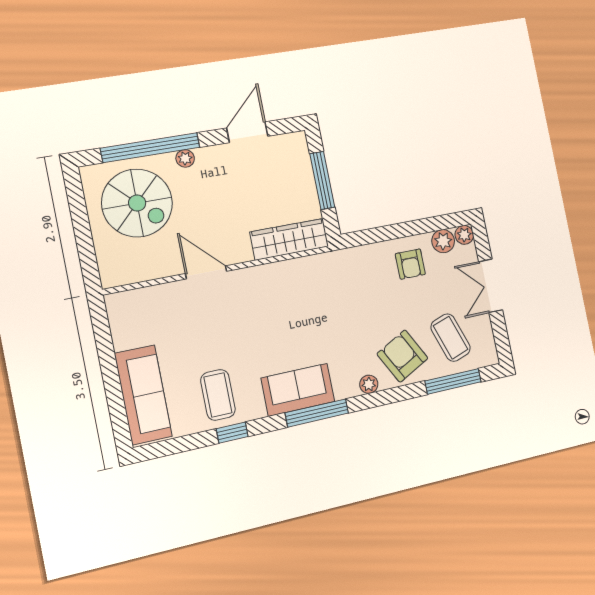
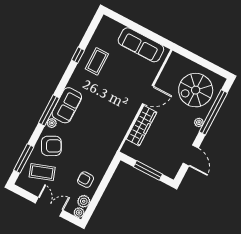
wardrobe: (289, 239) -> (141, 126), moved
sofa: (298, 390) -> (67, 105), moved
sofa: (143, 395) -> (141, 45), moved
coffee table: (218, 395) -> (97, 61), turned 90
window: (317, 413) -> (49, 110), moved

